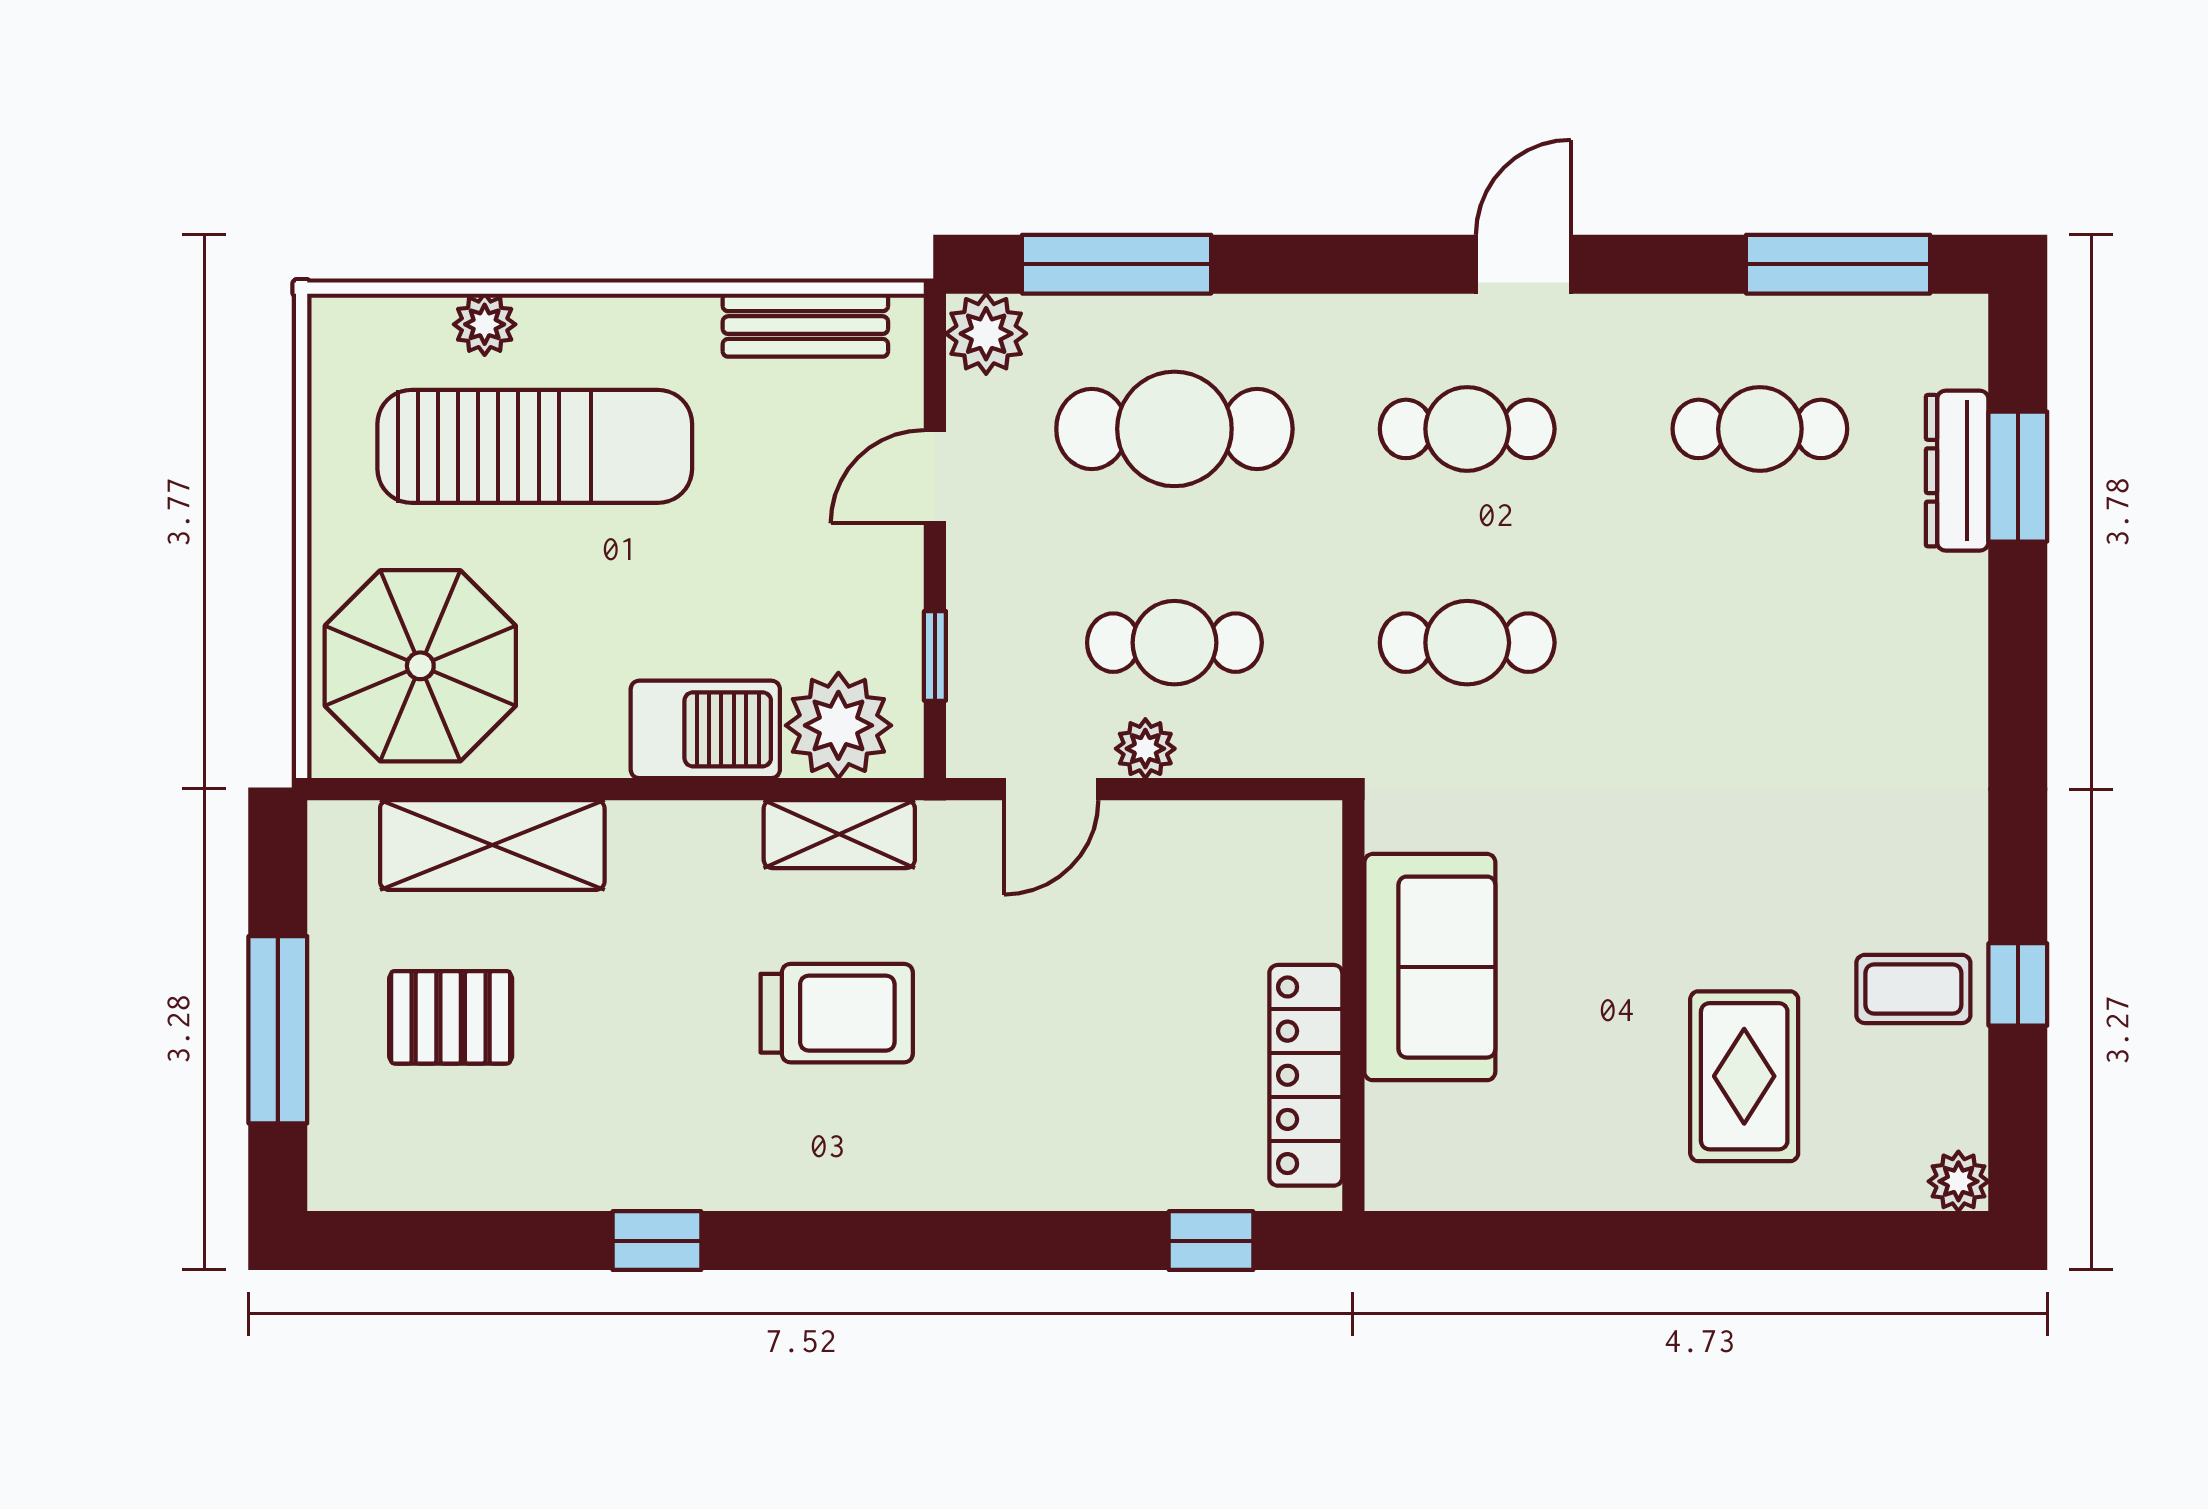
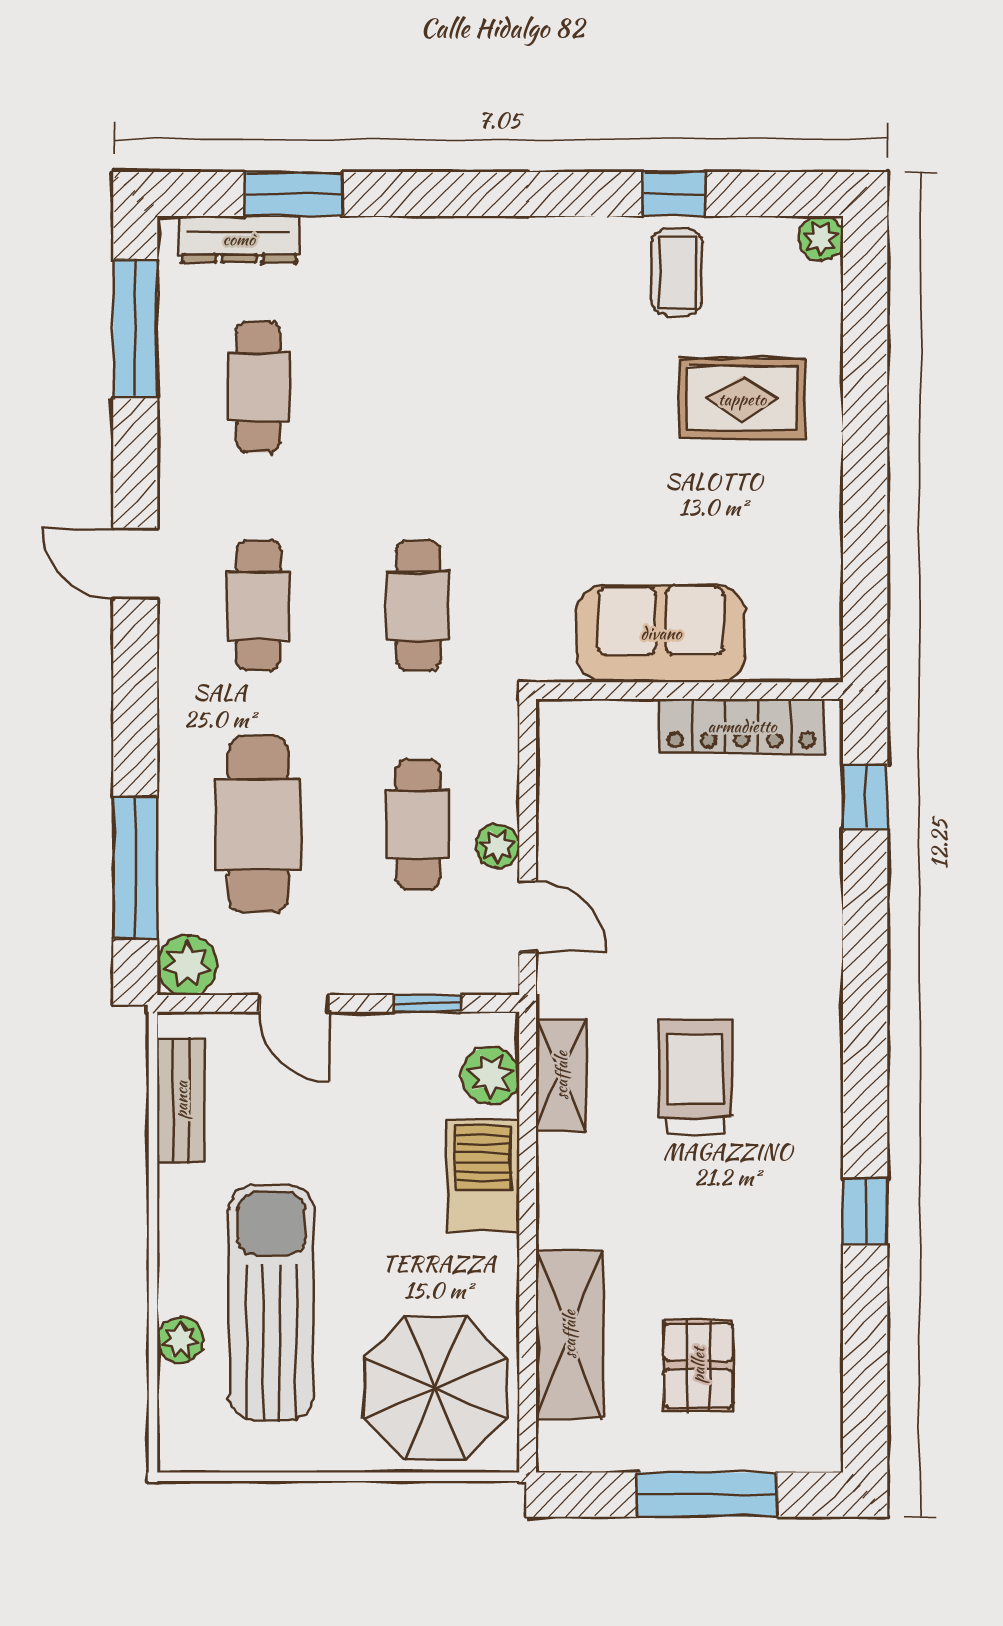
dresser: (1957, 471) -> (239, 239), moved
plant: (838, 725) -> (490, 1076), width x0.73, depth x0.73

